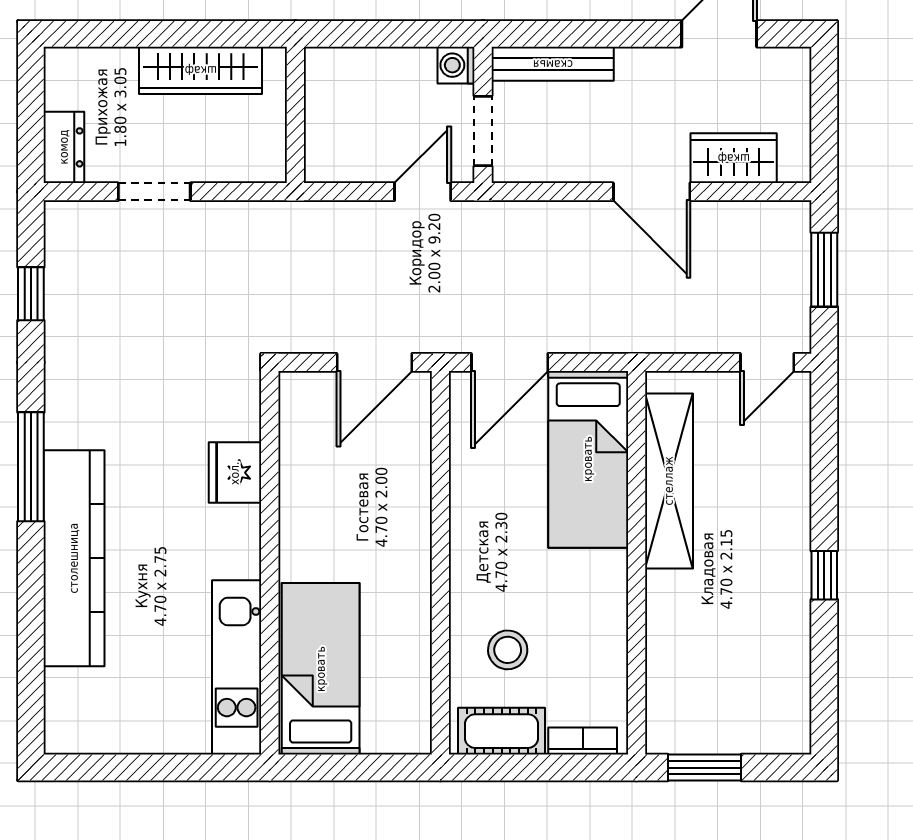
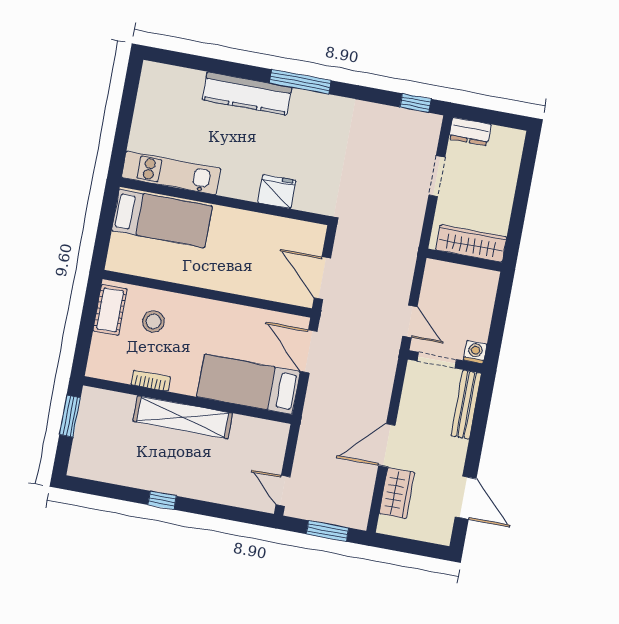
wardrobe: (201, 70) -> (471, 243), moved, turned 90
window: (31, 294) -> (415, 103), moved
shelving: (669, 481) -> (183, 417), moved
kitchen counter: (74, 558) -> (247, 94), width x0.72, depth x0.86
bookcase: (583, 741) -> (151, 381), moved, turned -90

